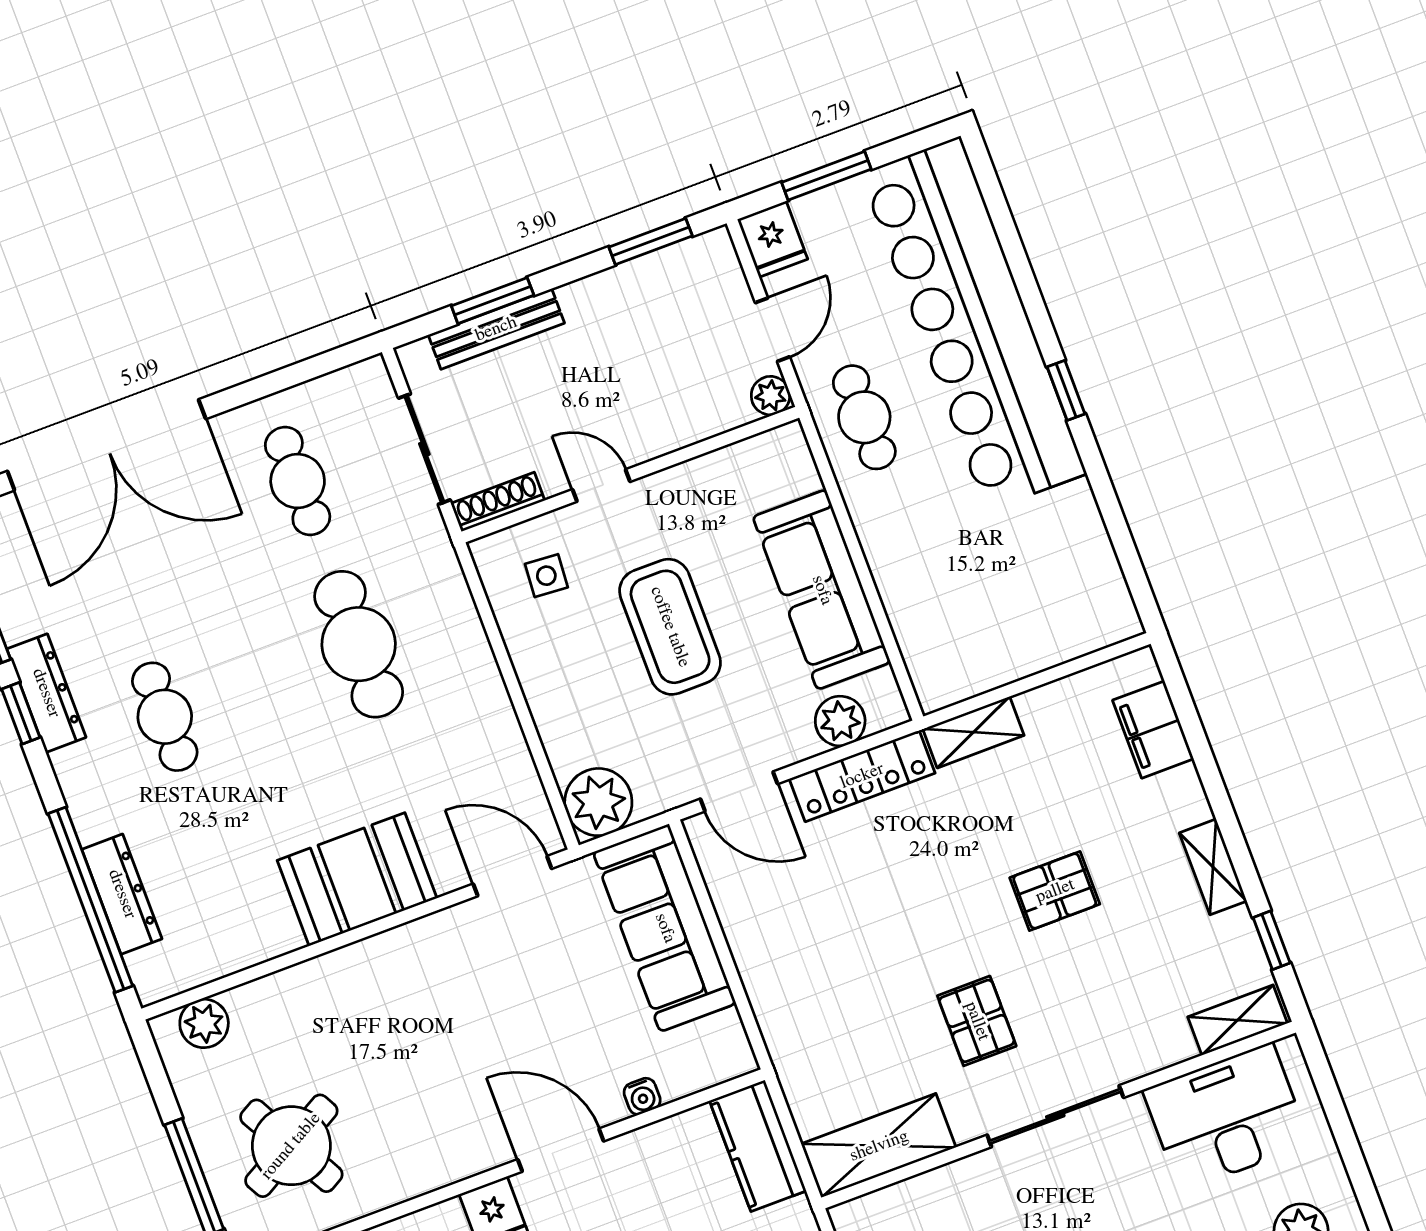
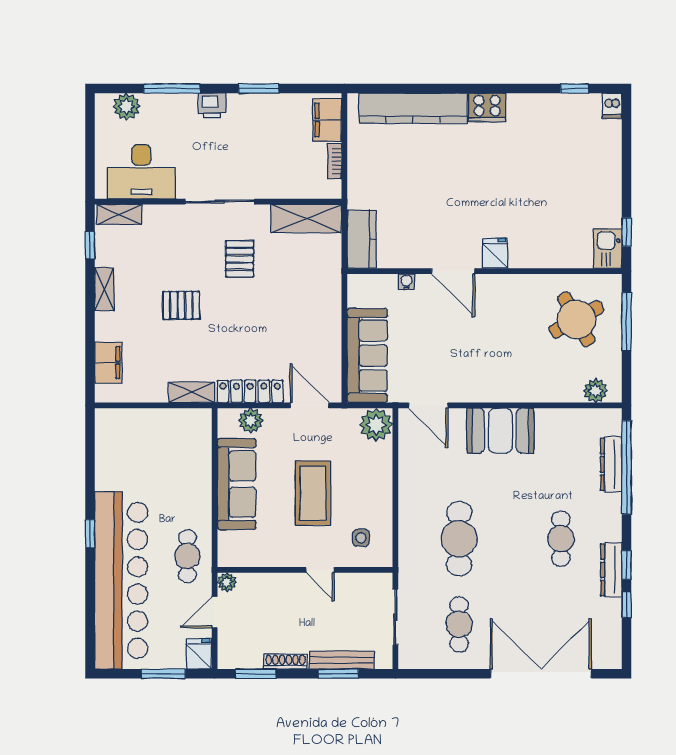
shoe rack: (498, 502) -> (285, 662), moved, turned 180

